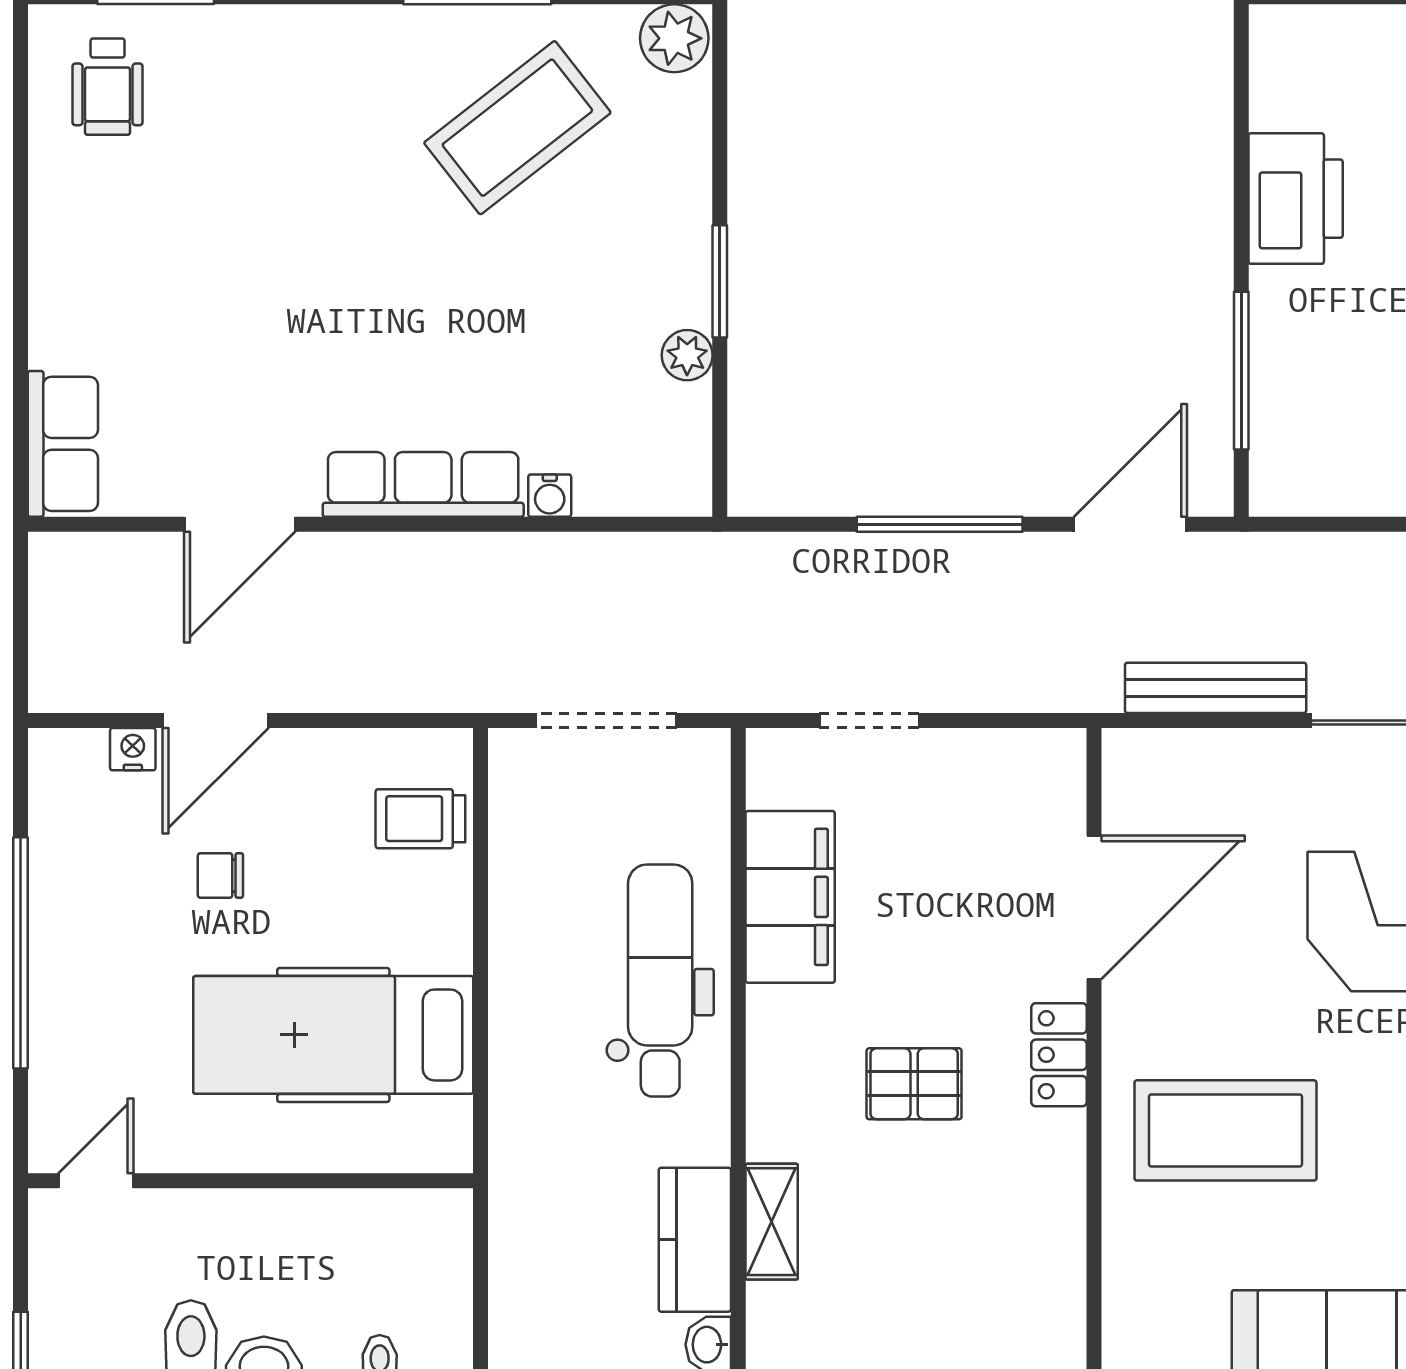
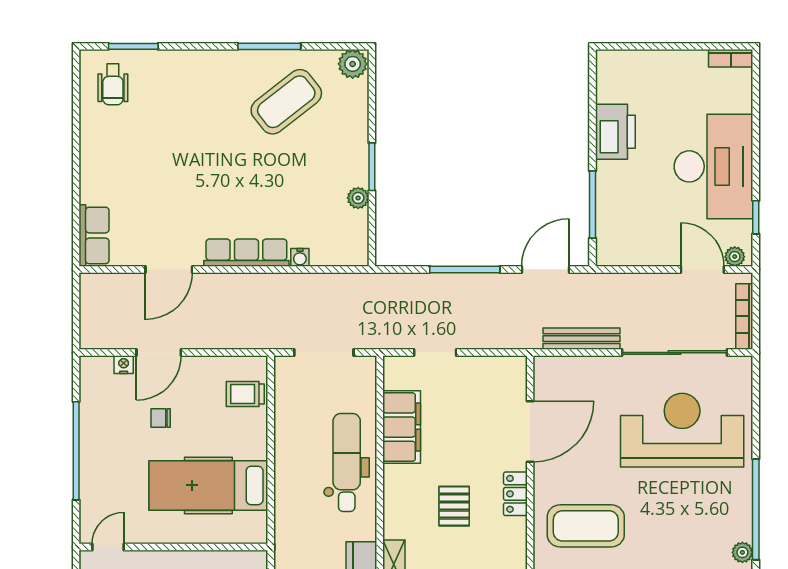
pallet: (914, 1084) -> (454, 506), turned 90

